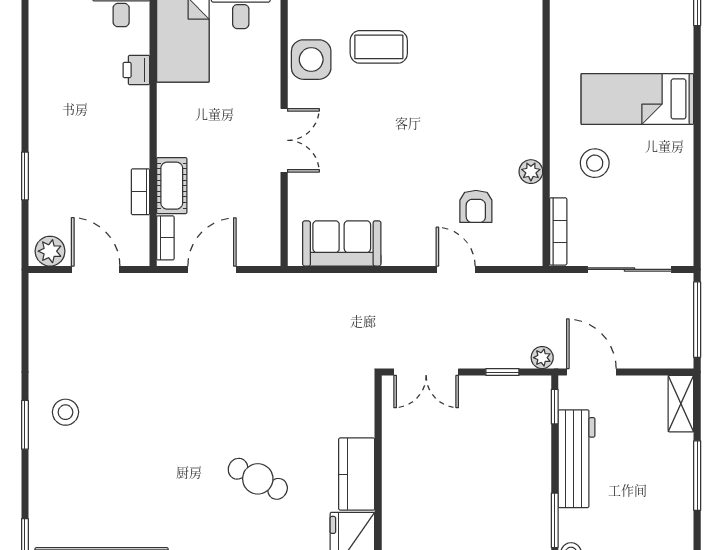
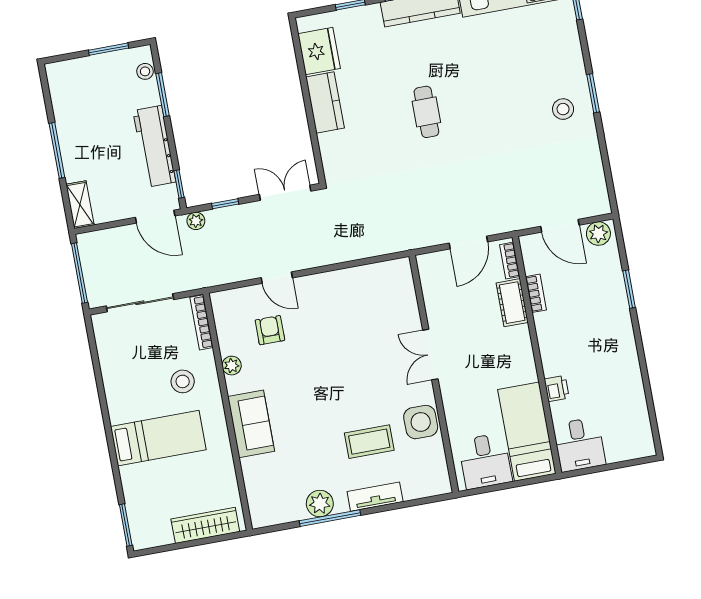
sofa: (342, 243) -> (251, 424), moved, turned -90
cafe table: (258, 479) -> (426, 112), moved, turned 63

